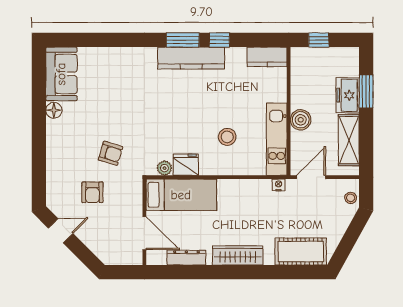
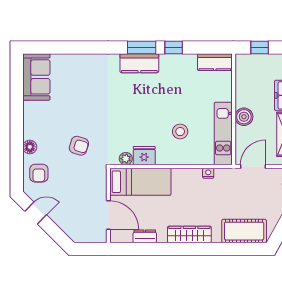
kitchen counter: (191, 58) -> (139, 63), width x0.67
floor lamp: (54, 110) -> (30, 147), moved
nightstand: (279, 185) -> (208, 173), moved
armchair: (92, 192) -> (39, 173), moved
dresser: (186, 258) -> (145, 236), width x0.70

